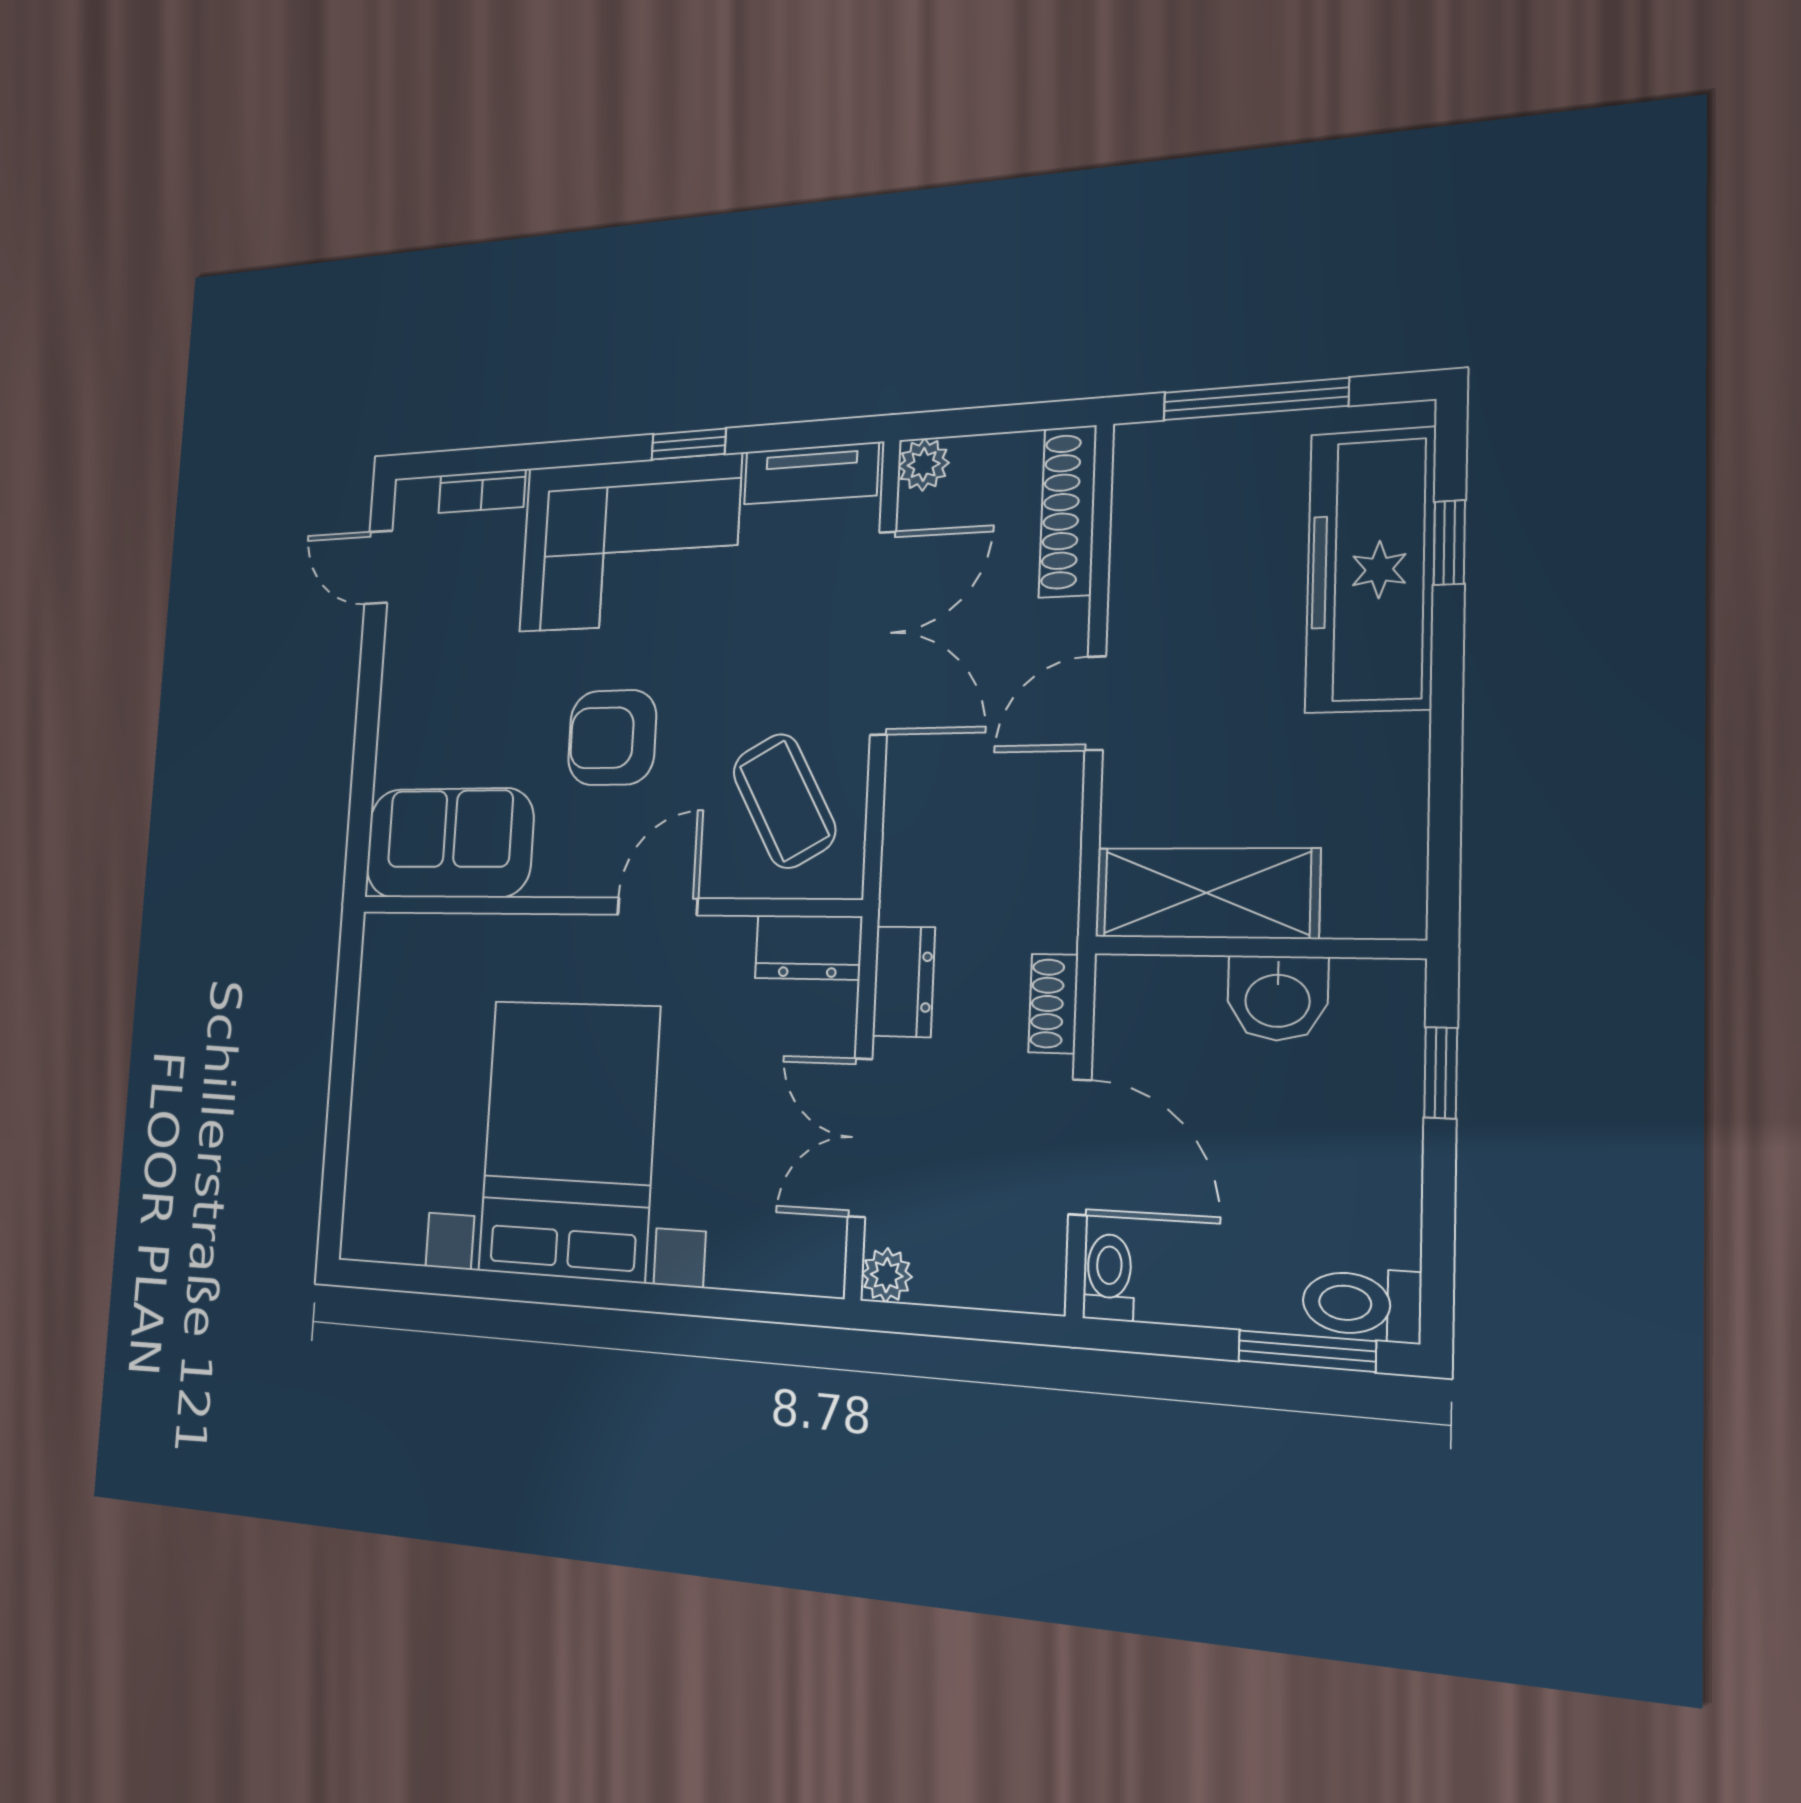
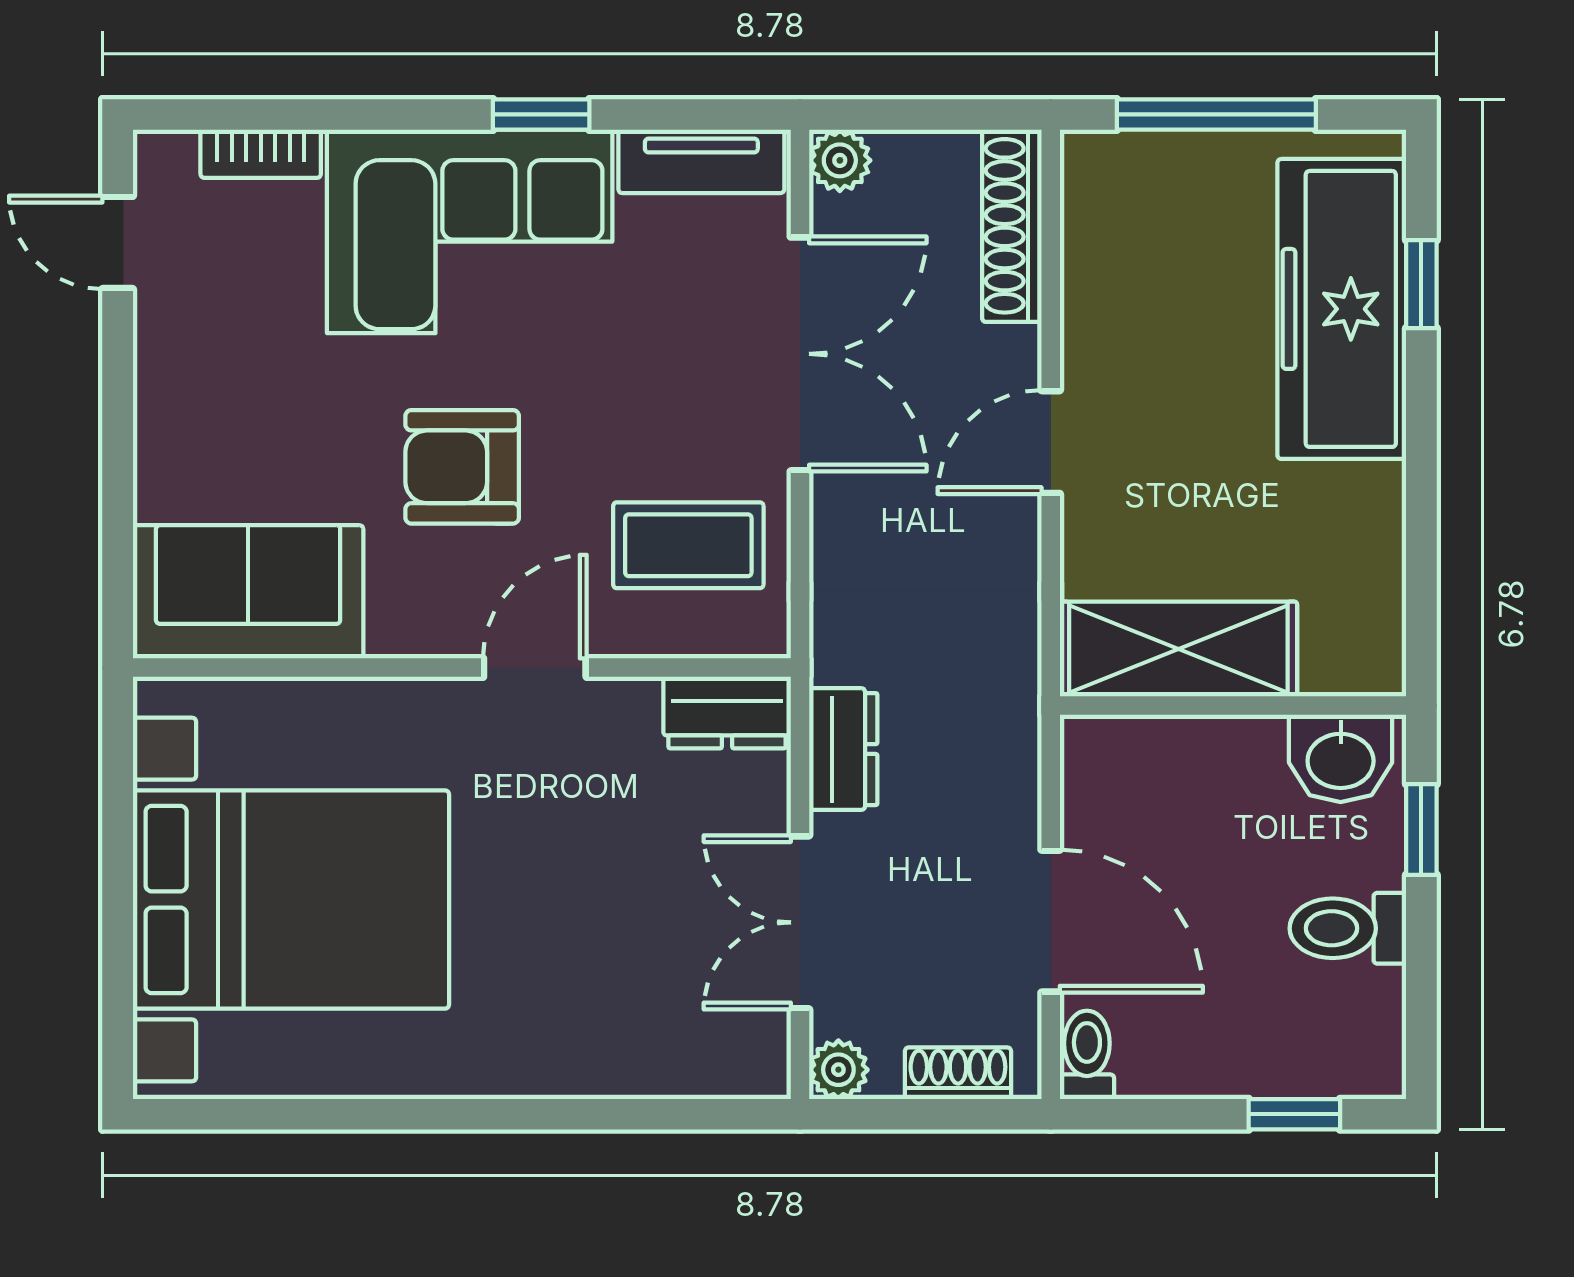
coffee table: (784, 801) -> (688, 545), turned -61
washbasin: (1277, 998) -> (1341, 758), moved
shoe rack: (1053, 1004) -> (958, 1073), moved, turned 90
bed with nightstands: (569, 1140) -> (291, 899), moved, turned 90
toilet: (1362, 1304) -> (1348, 928), moved
window: (1307, 1351) -> (1294, 1114), width x0.67

